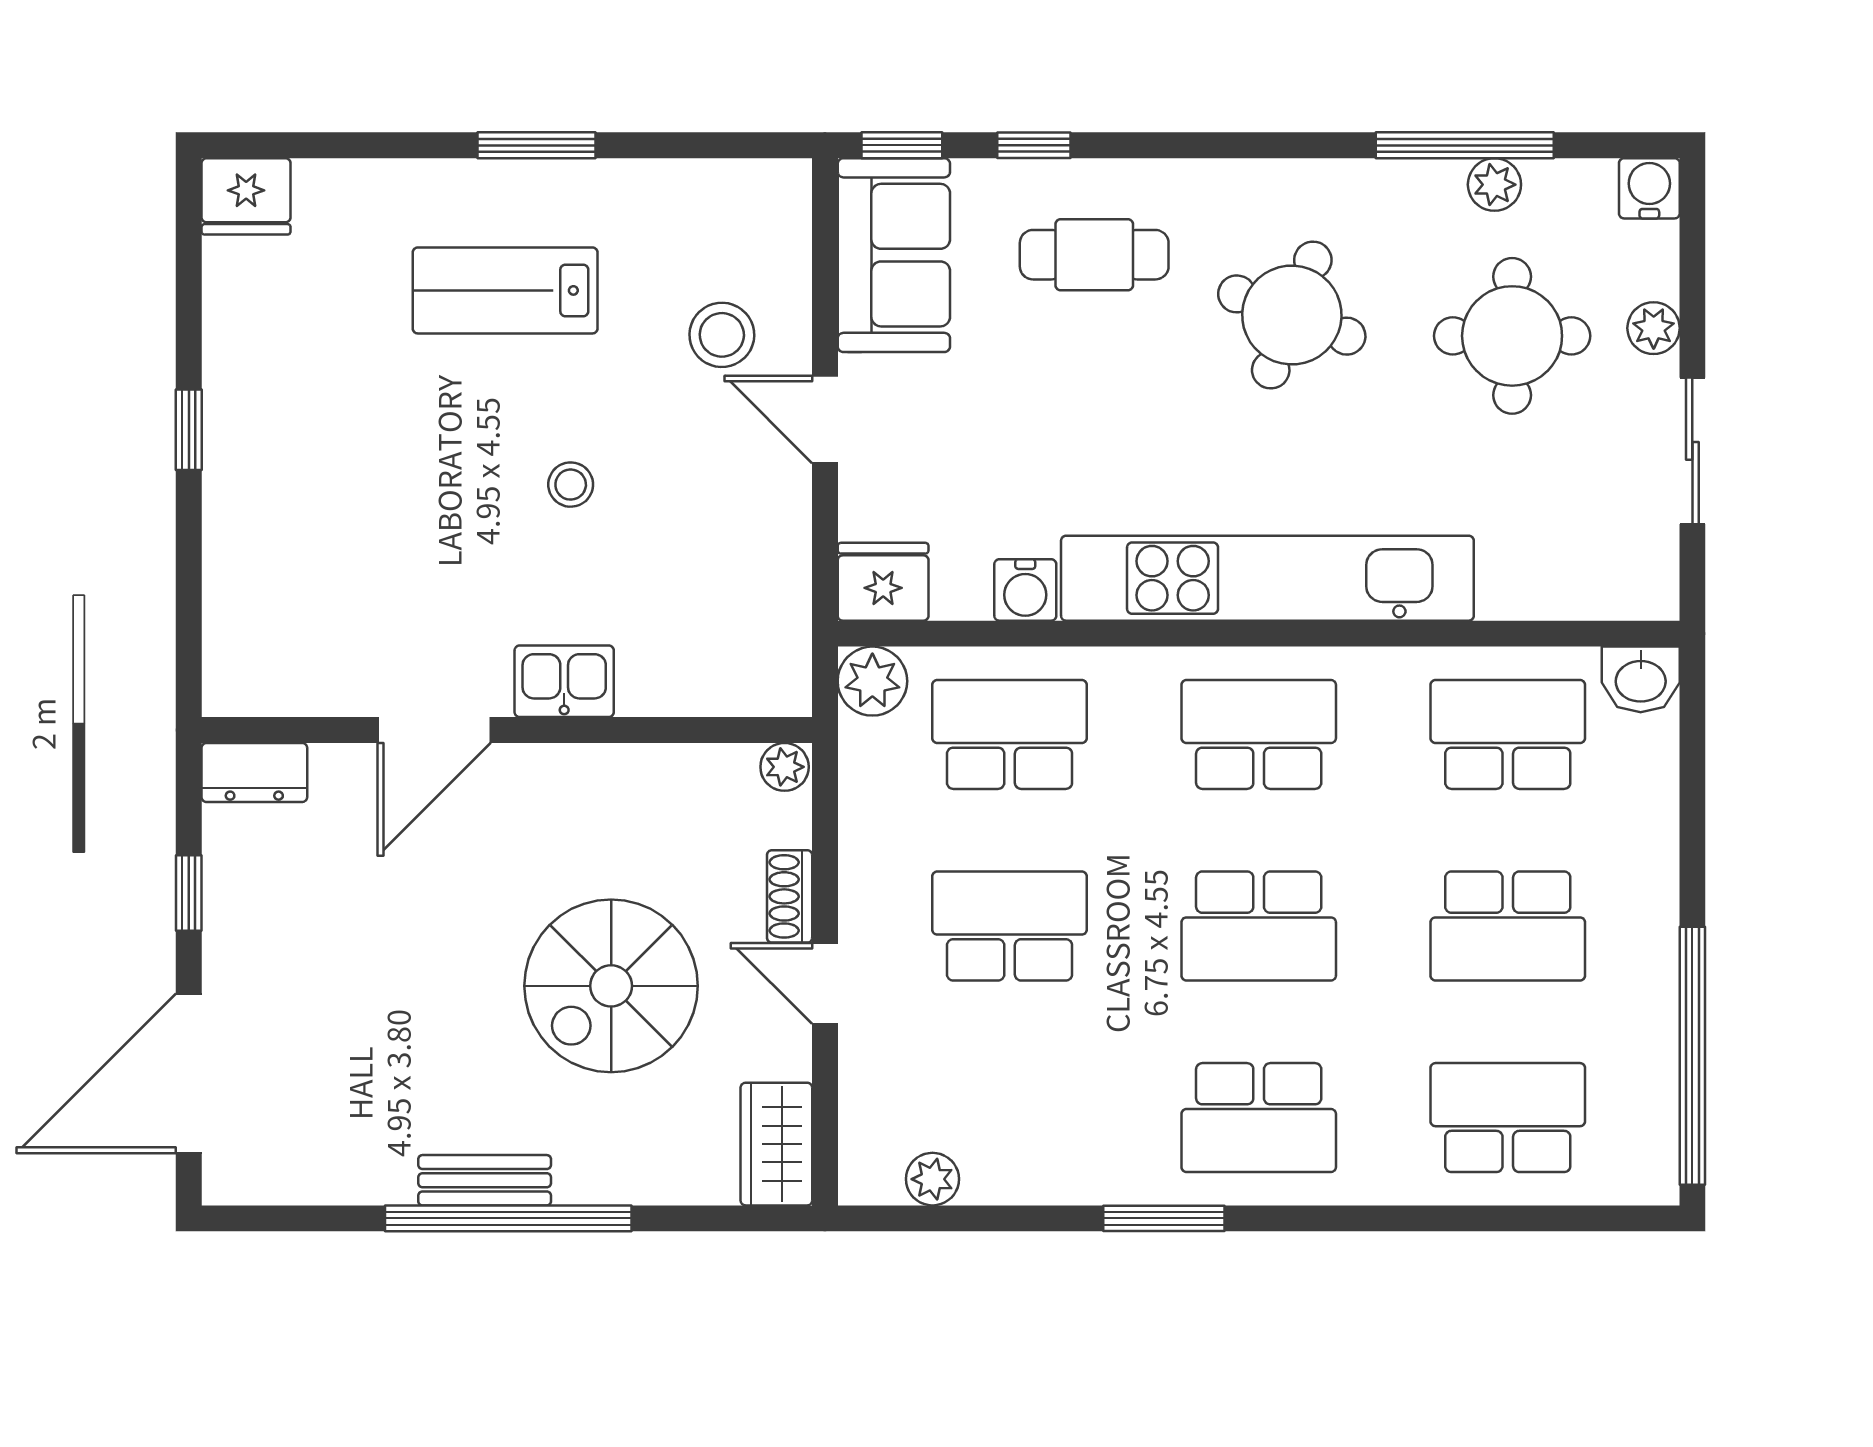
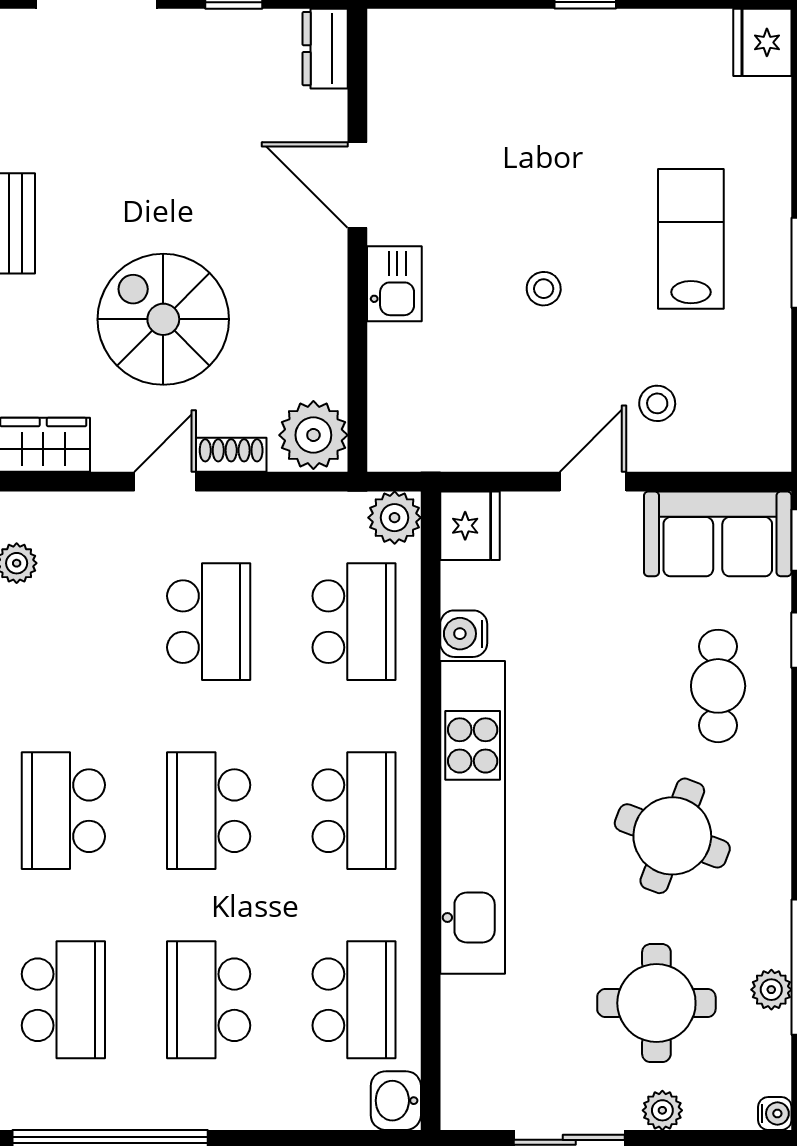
water cooler: (1649, 188) -> (775, 1114), width x0.72, depth x0.72
stool: (722, 335) -> (657, 403), width x0.73, depth x0.73
plant: (785, 767) -> (313, 435), width x1.87, depth x1.87

